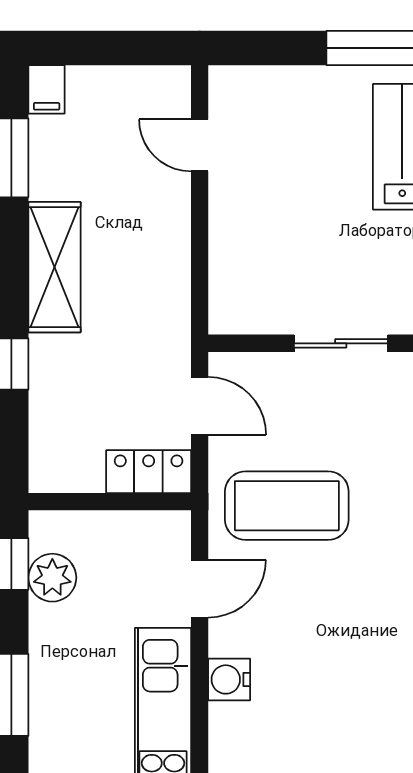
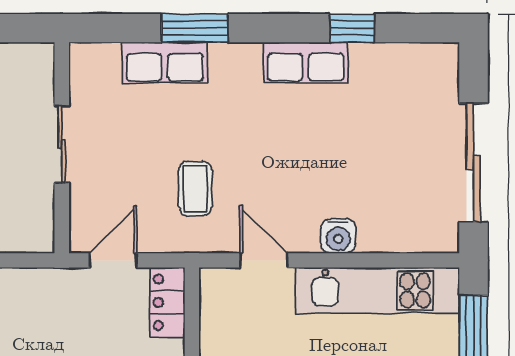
coffee table: (287, 506) -> (195, 189), width x0.54, depth x0.58

